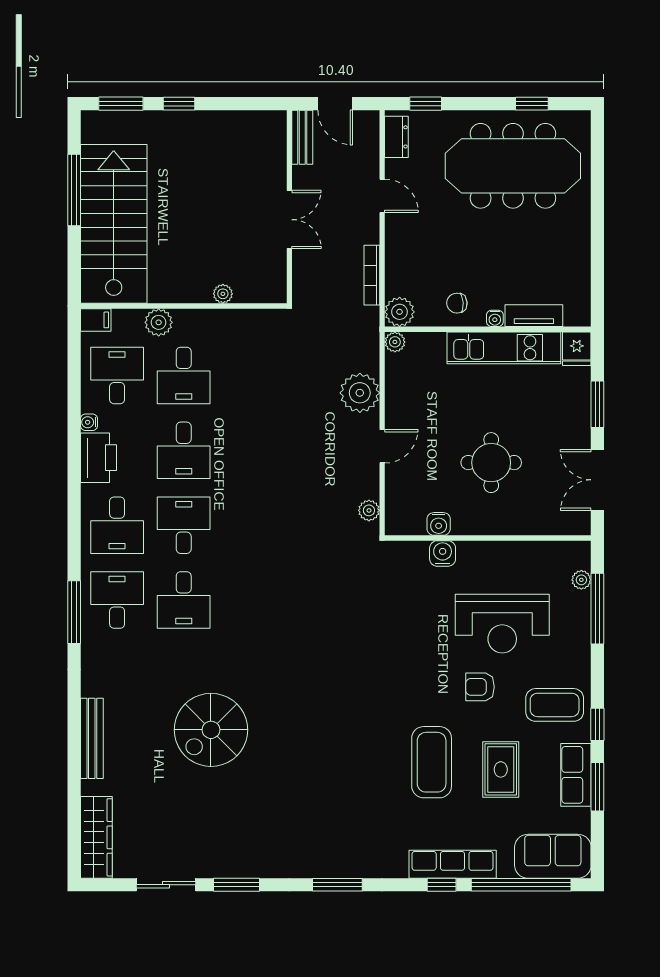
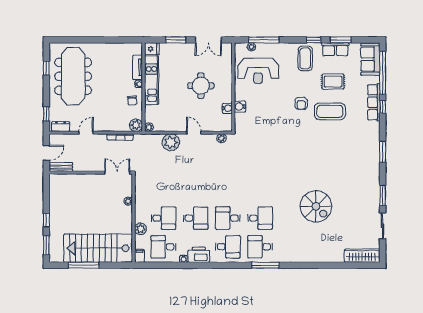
double door: (289, 220) -> (117, 173), moved
reception desk: (502, 624) -> (258, 71), moved, turned 90
armchair: (480, 687) -> (301, 103), moved
bench: (92, 738) -> (320, 258), removed

